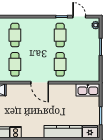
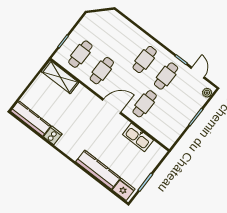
cafe table: (15, 35) -> (145, 59), moved
door: (40, 83) -> (112, 106), swing flipped
kitchen sink: (88, 90) -> (138, 137), moved

